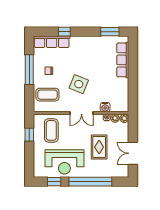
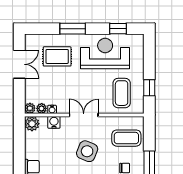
plant: (123, 106) -> (32, 124), added
rug: (99, 147) -> (57, 56), moved, turned 90
window: (90, 182) -> (73, 29), width x0.47

